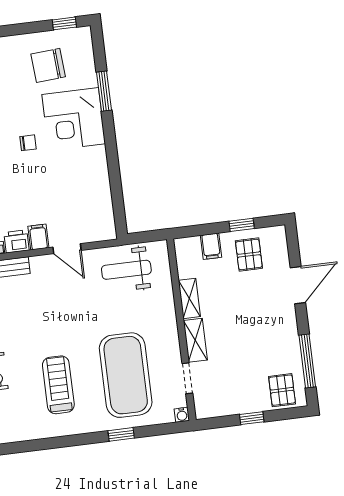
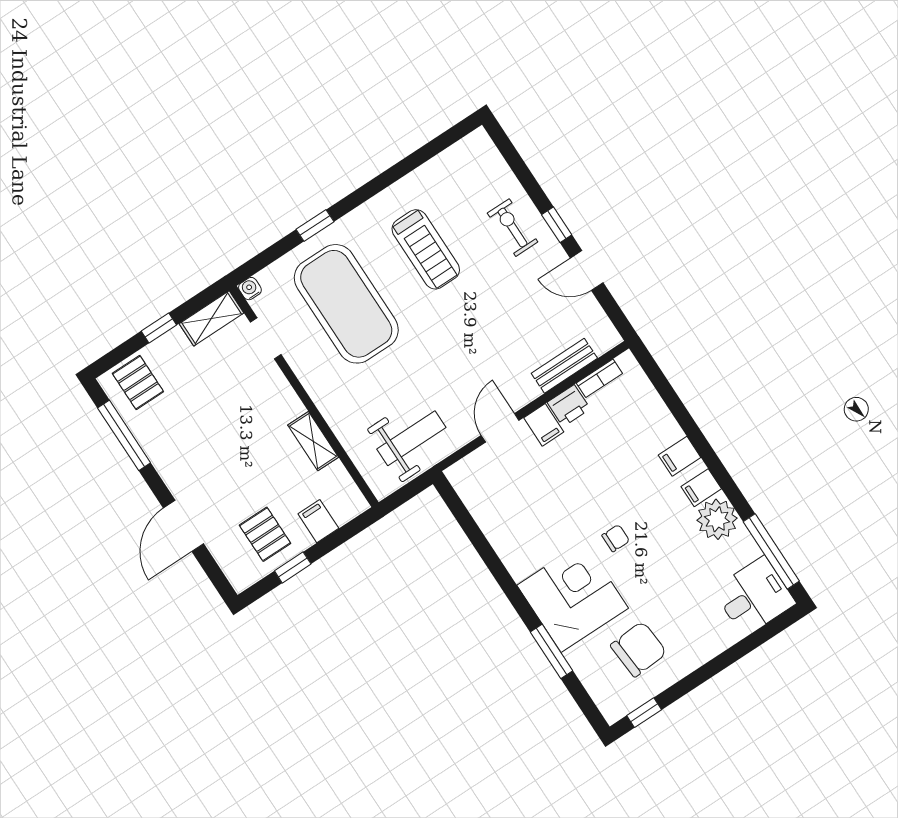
chair: (28, 143) -> (616, 538), turned 180
door: (67, 249) -> (500, 428), hinge flipped
shelving: (195, 340) -> (212, 318), moved, turned 90

